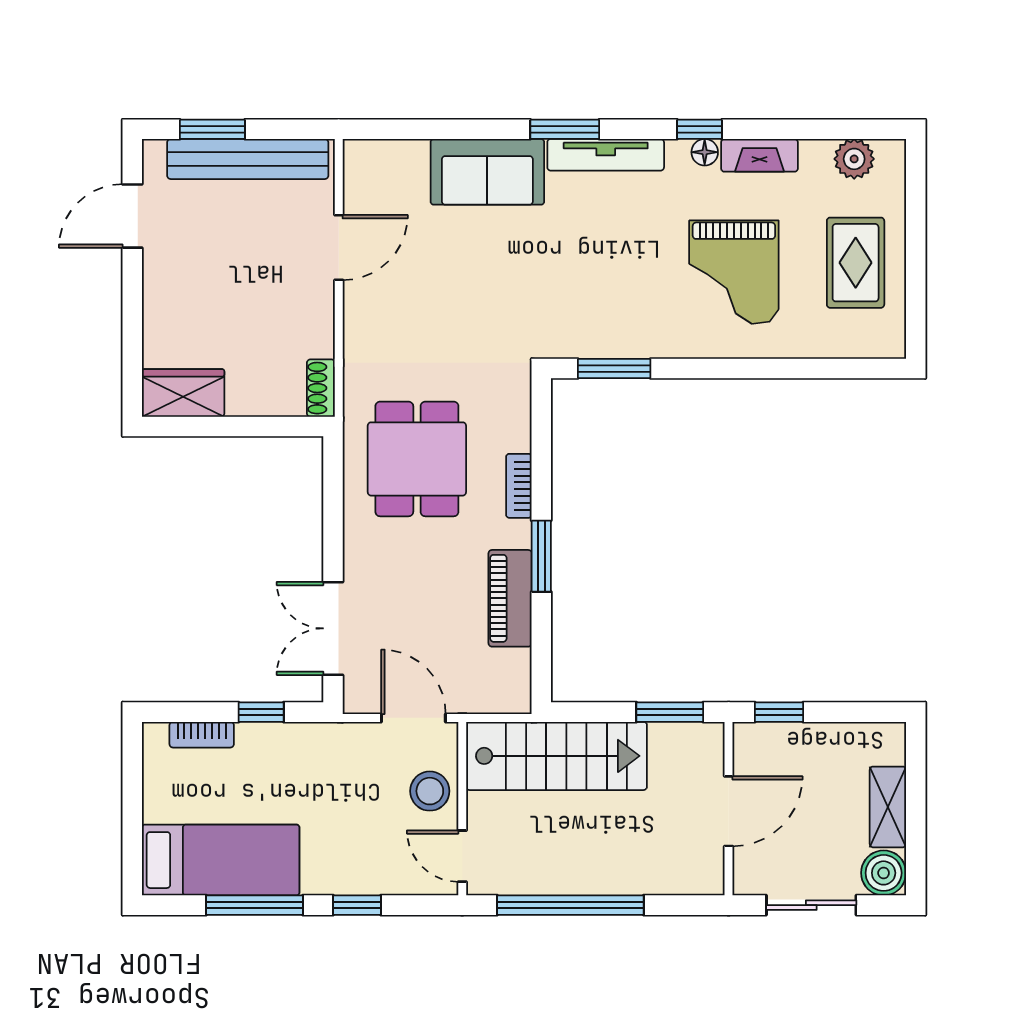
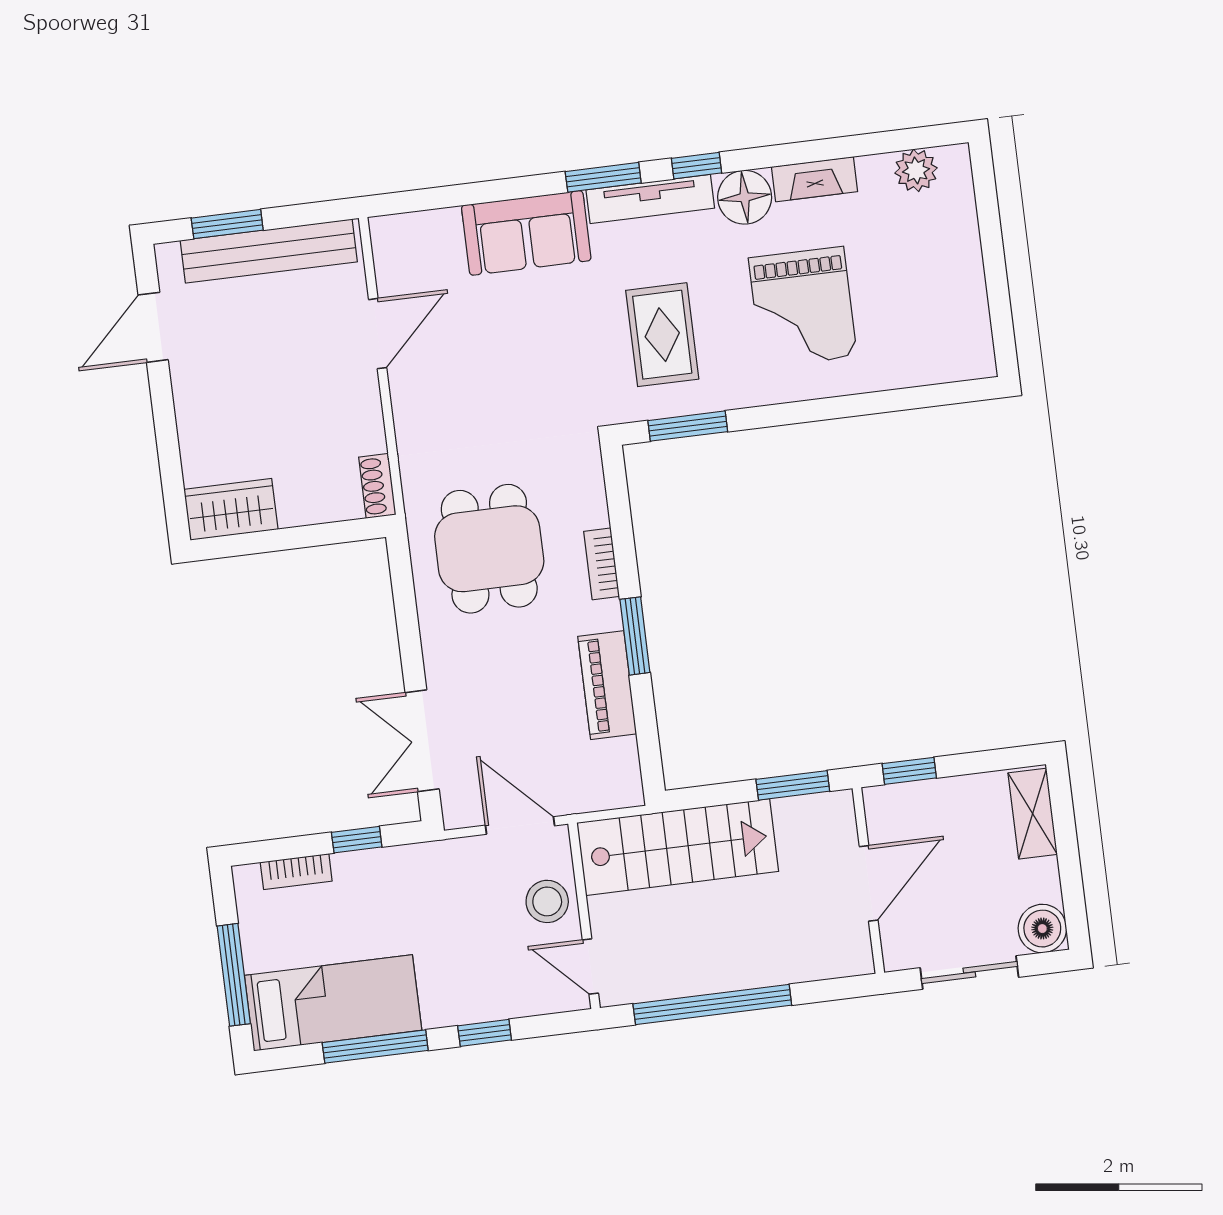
window: (699, 129) -> (697, 166), moved
floor lamp: (705, 152) -> (745, 197), width x1.89, depth x1.89
rug: (856, 263) -> (662, 335), moved
shelving: (888, 807) -> (1033, 814), moved
window: (132, 823) -> (234, 975), added

